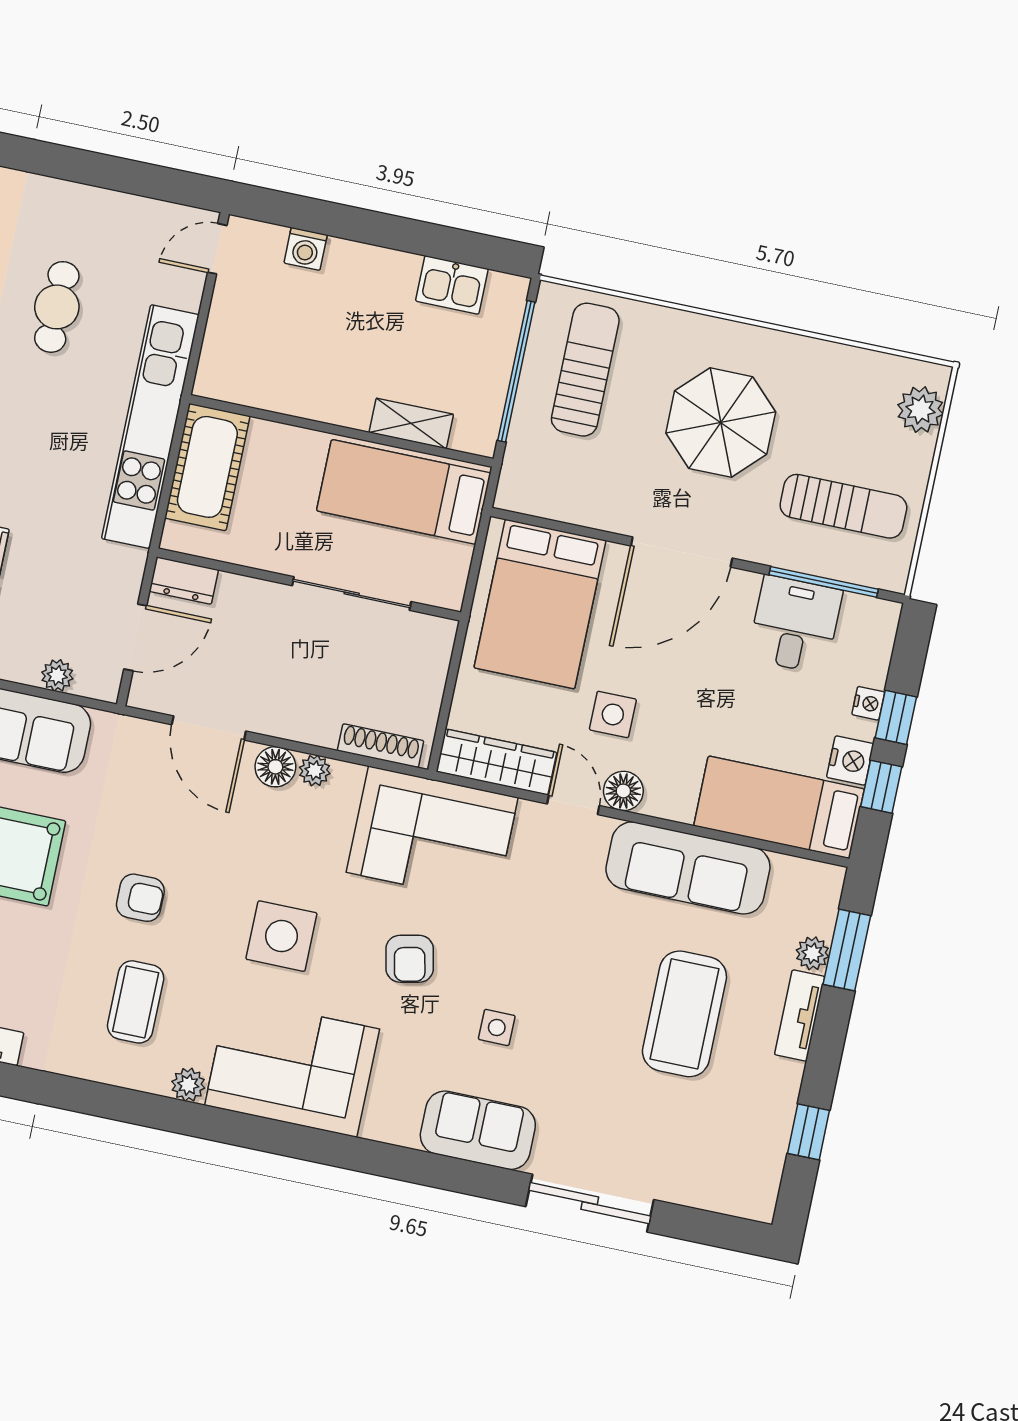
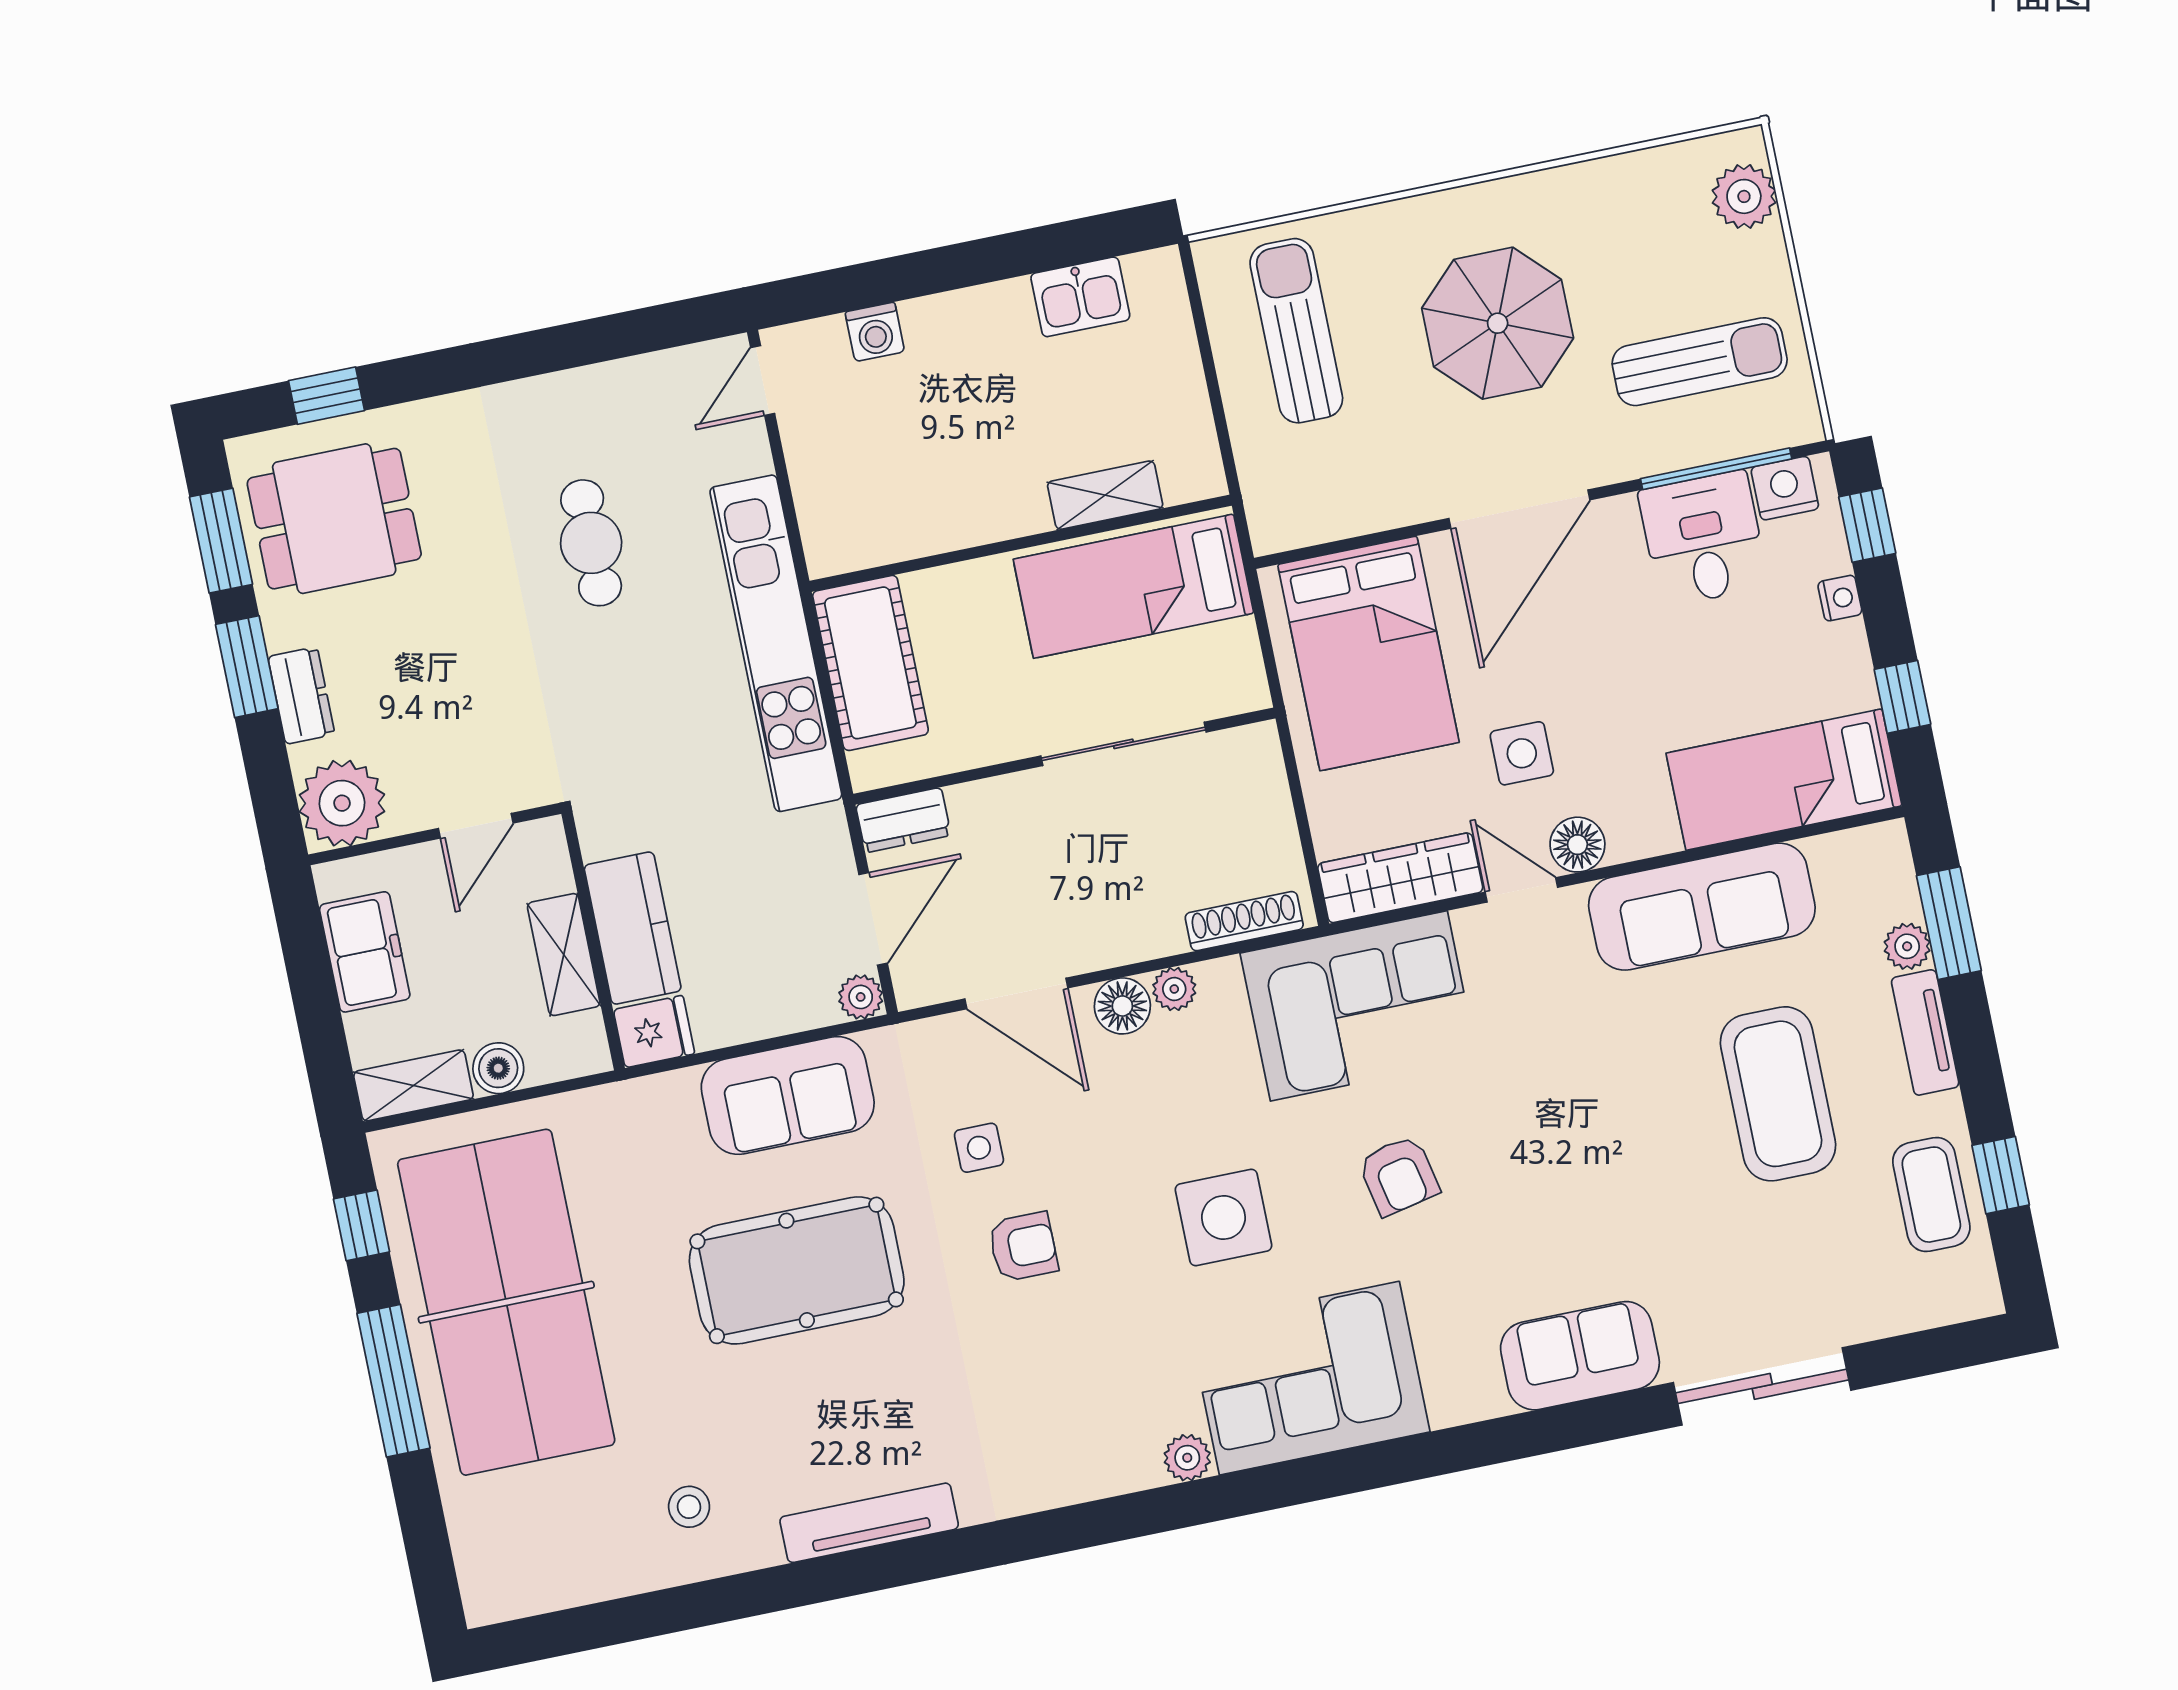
window: (516, 371) -> (1210, 371), removed
plant: (57, 675) -> (861, 997), moved
window: (896, 717) -> (1867, 525), moved
nightstand: (850, 761) -> (1785, 488), moved, turned -90
coffee table: (136, 1002) -> (1931, 1195), moved
side table: (497, 1027) -> (979, 1148), moved

